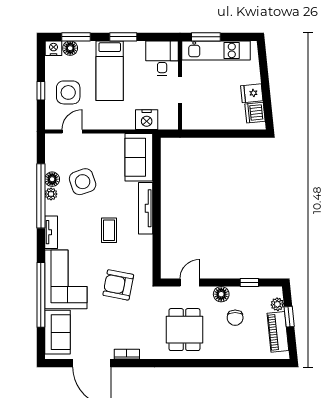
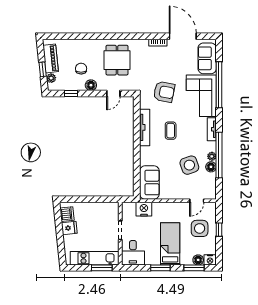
tv unit: (146, 208) -> (145, 127), moved

